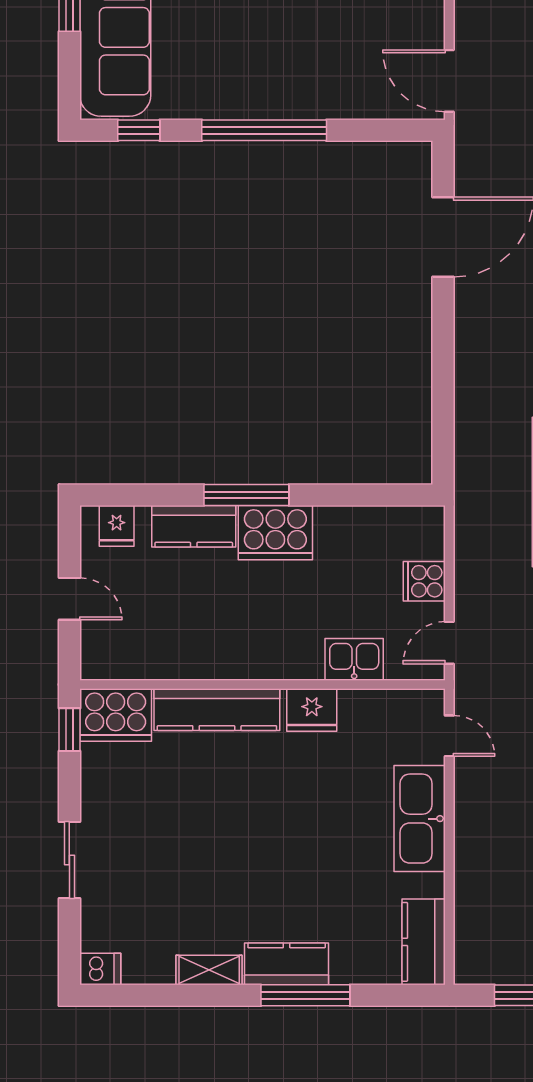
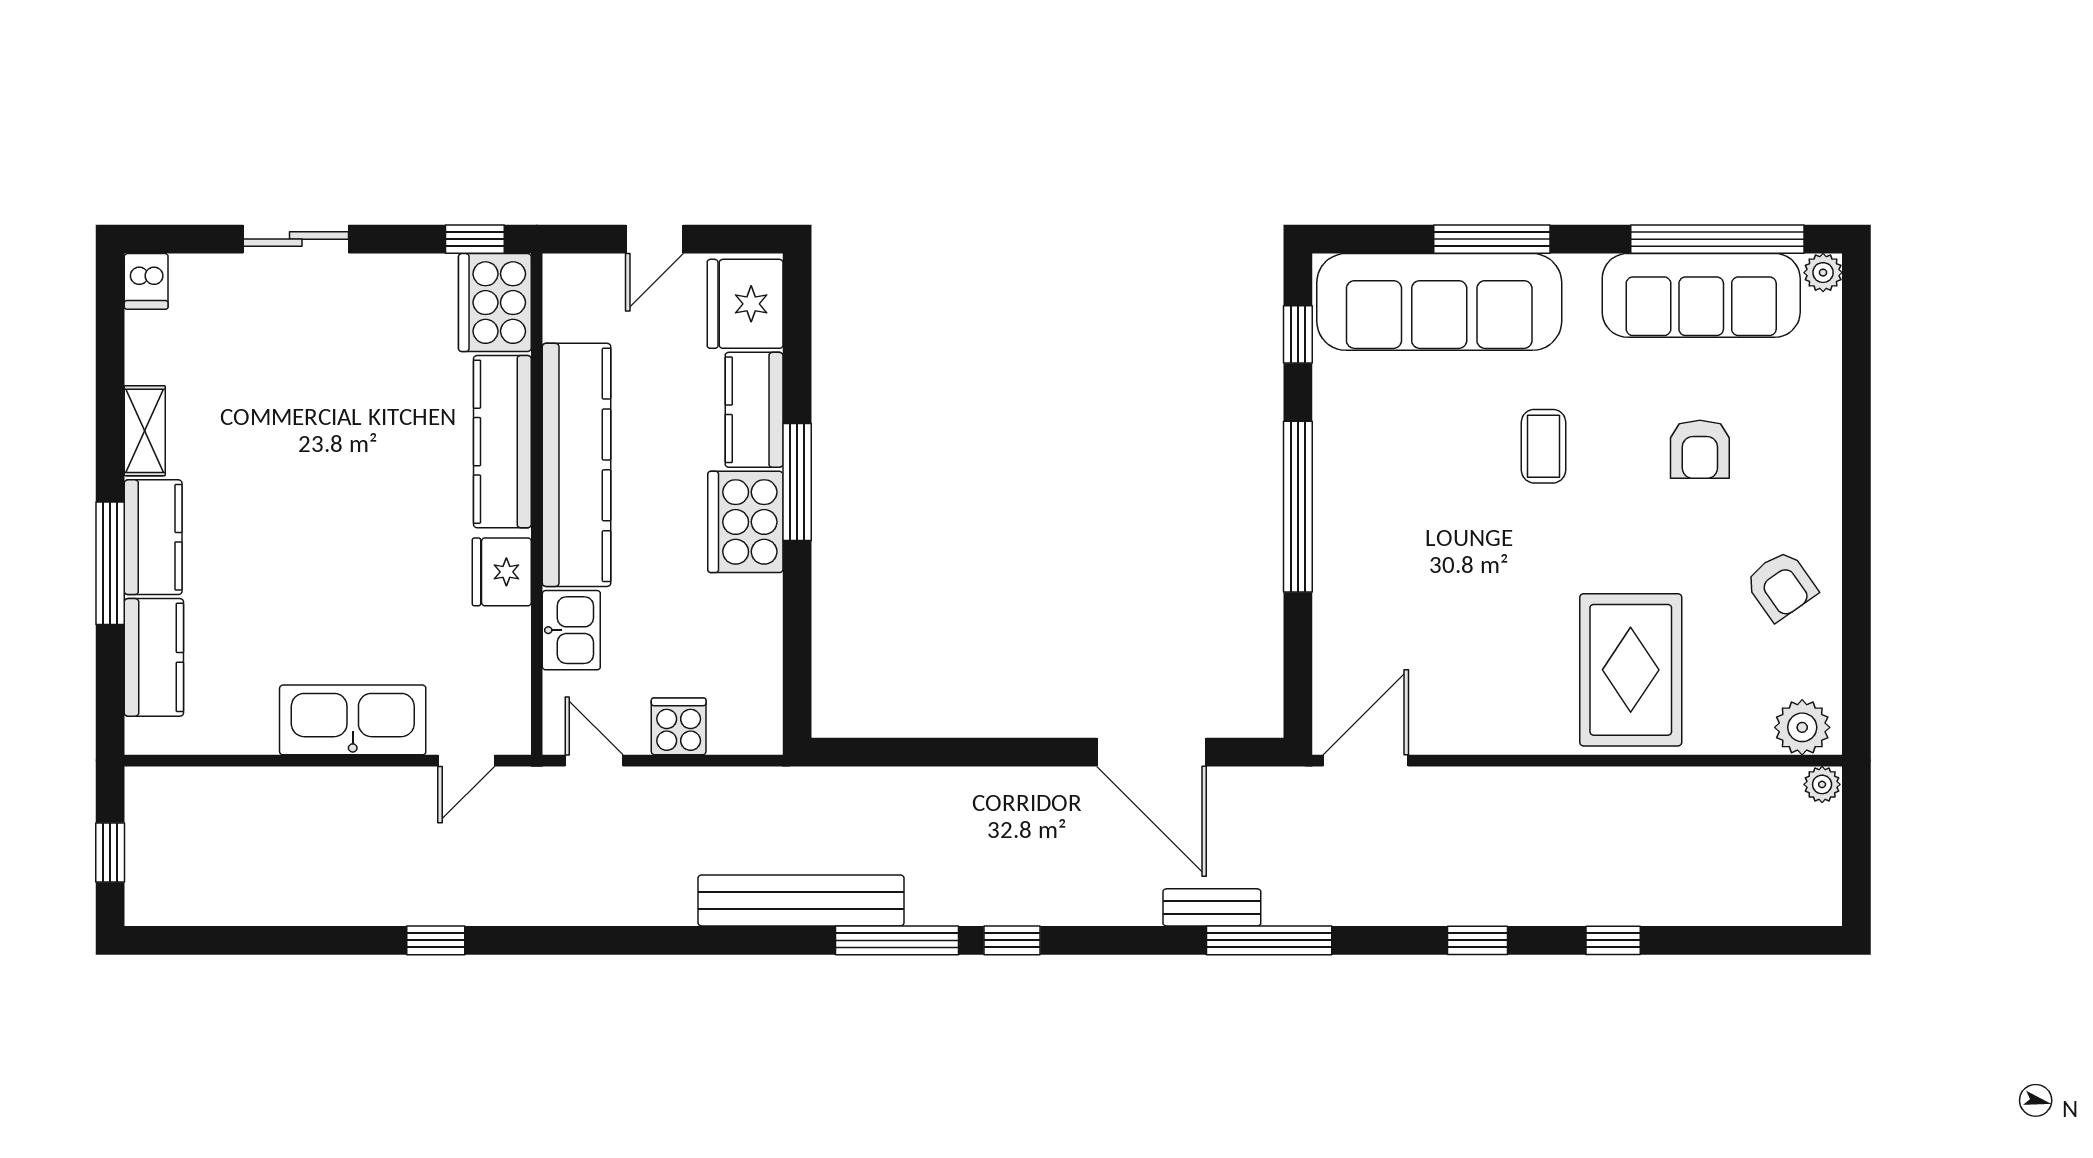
fridge: (117, 526) -> (745, 304), width x1.88, depth x1.34
kitchen counter: (234, 656) -> (577, 465), added
kitchen counter: (424, 942) -> (154, 657), moved, turned 90

